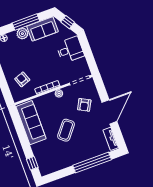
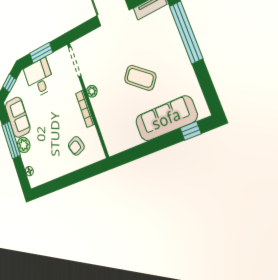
window: (88, 52) -> (41, 53), added
armchair: (84, 105) -> (105, 52), removed
sofa: (31, 123) -> (166, 119), moved

